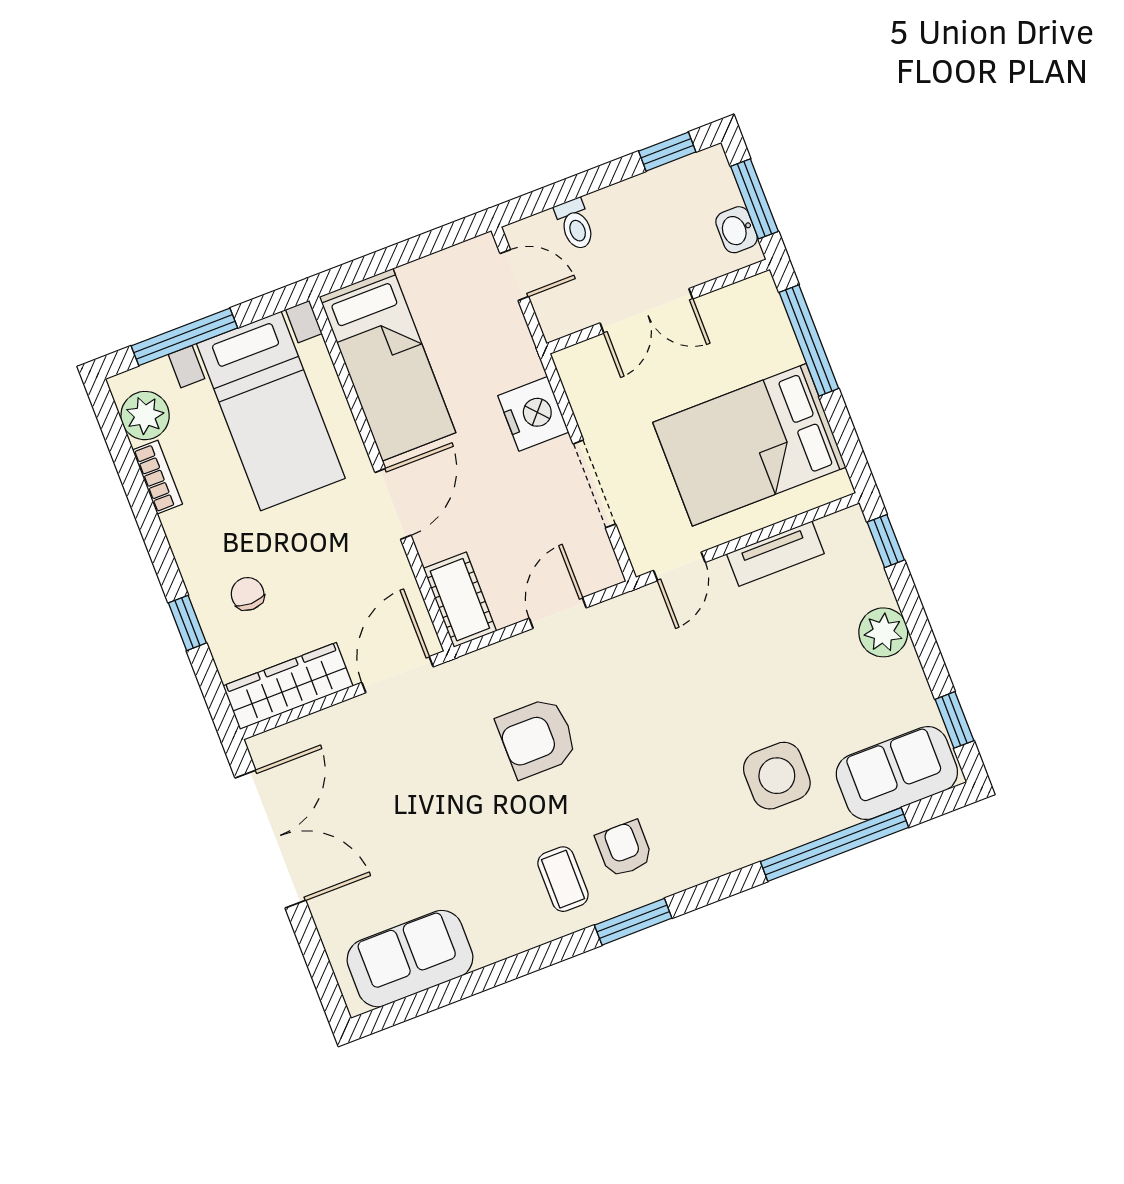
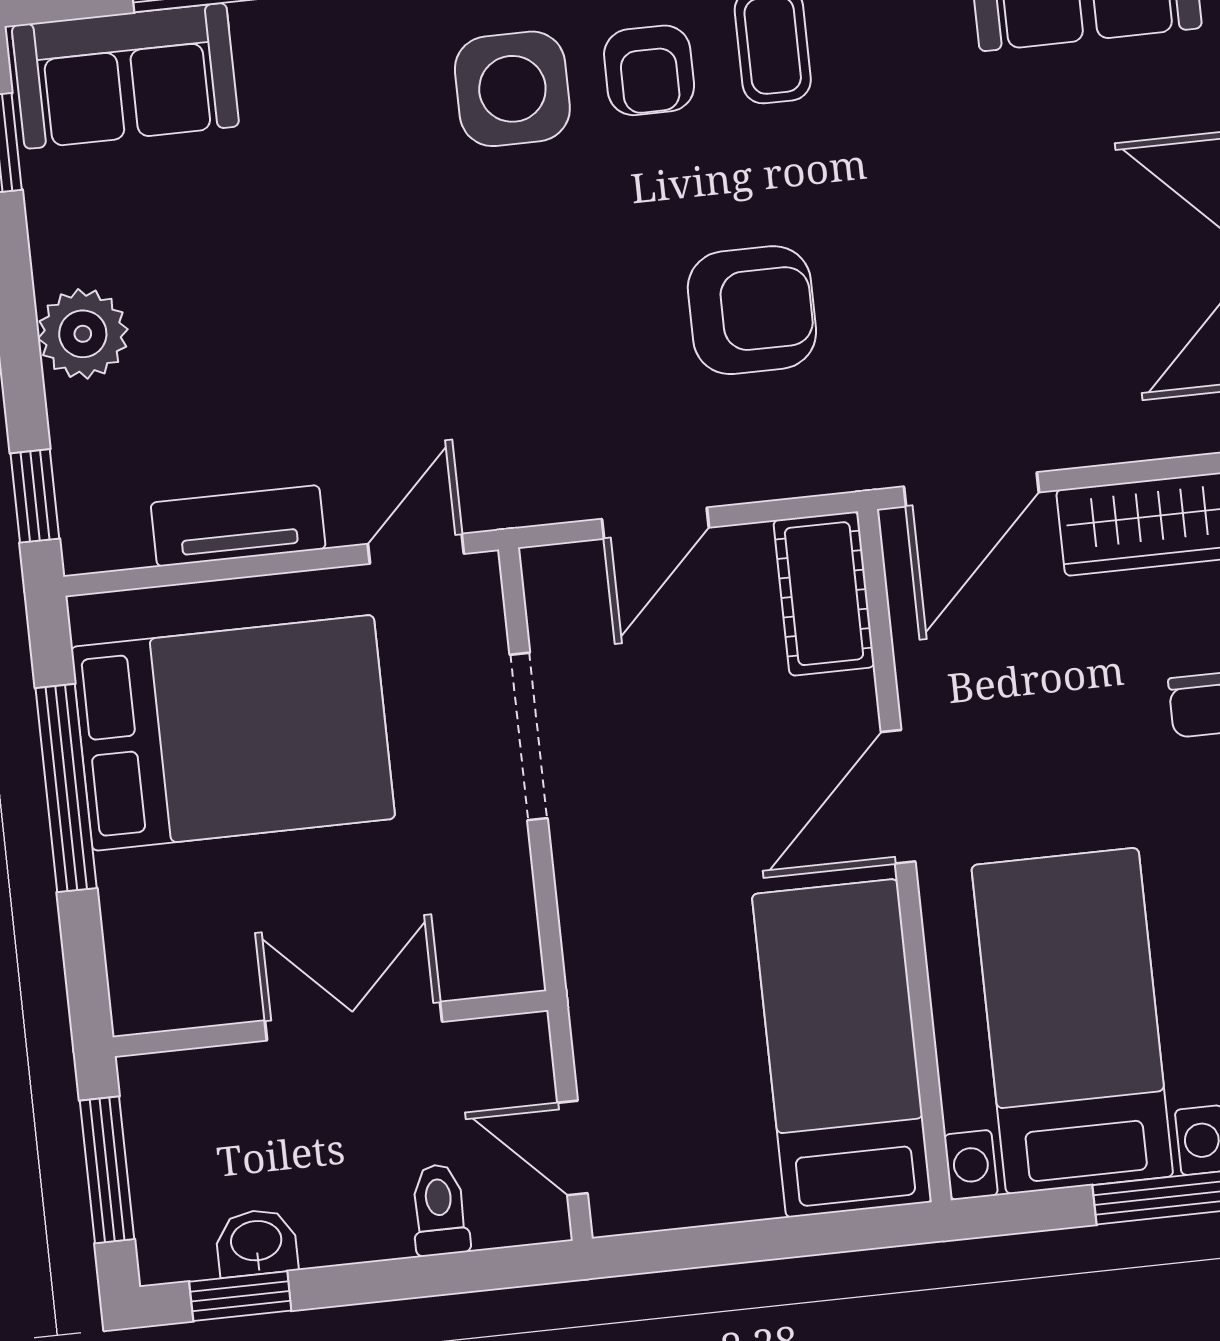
washbasin: (737, 230) -> (256, 1243), moved, turned -90
window: (809, 340) -> (66, 788), moved
nightstand: (533, 414) -> (604, 891), removed
side table: (777, 776) -> (512, 89), moved

